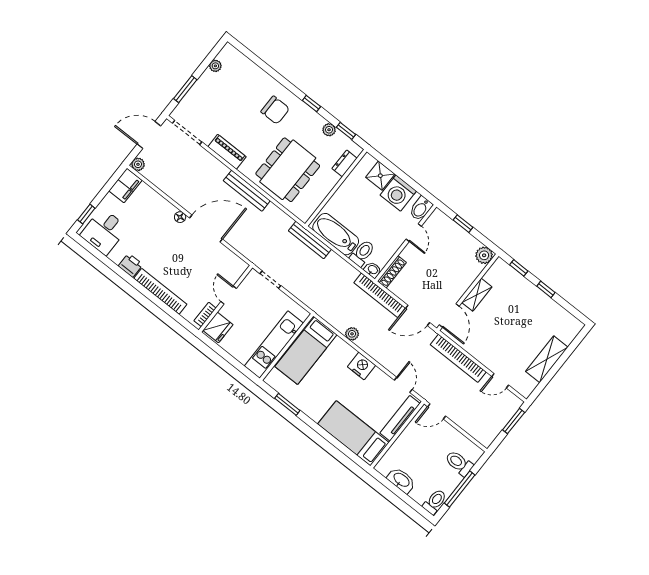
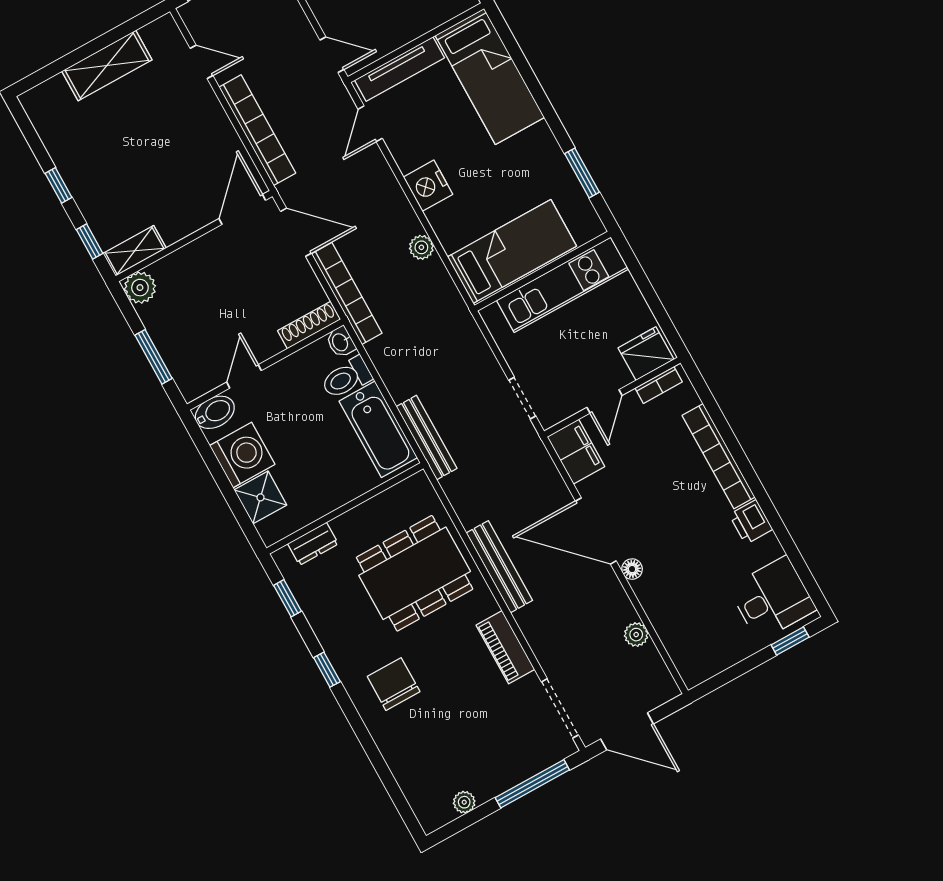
window: (185, 89) -> (532, 784), width x1.44
plant: (329, 130) -> (316, 612), removed
plant: (138, 164) -> (636, 635), moved
filing cabinet: (125, 185) -> (576, 452), moved, turned 90
window: (463, 224) -> (154, 357), width x1.50
shelving: (477, 295) -> (135, 251), moved

